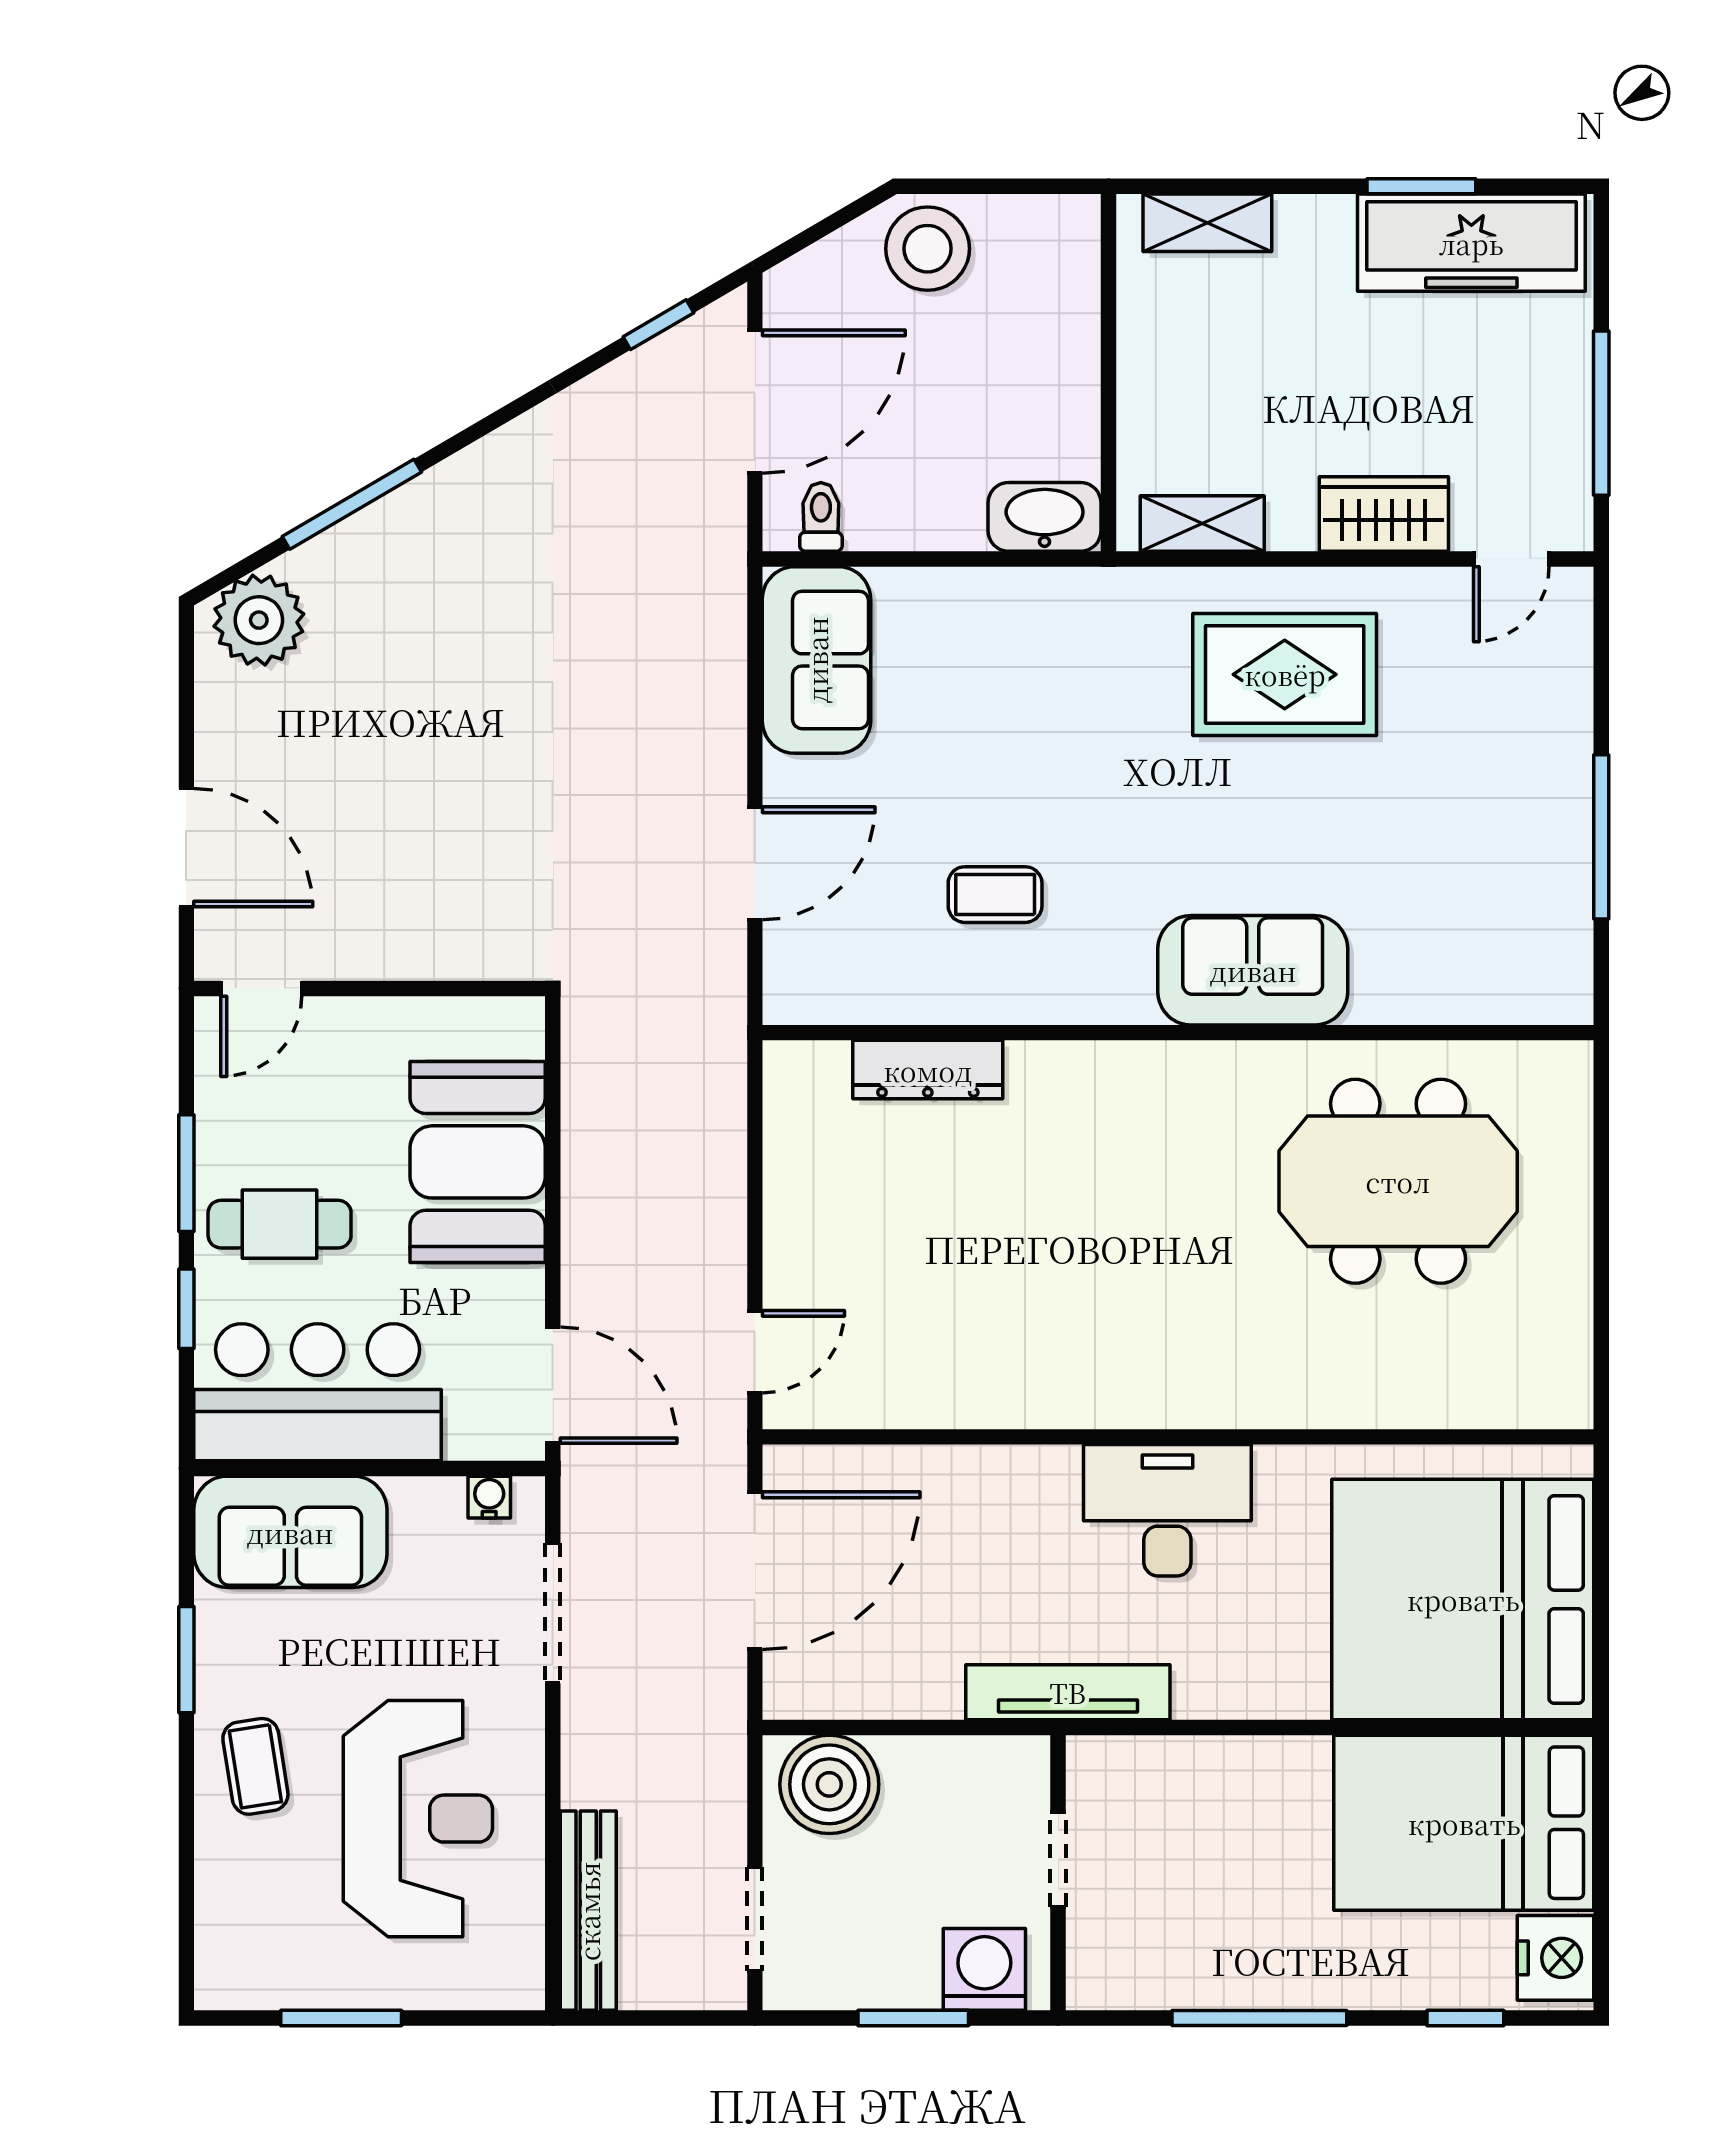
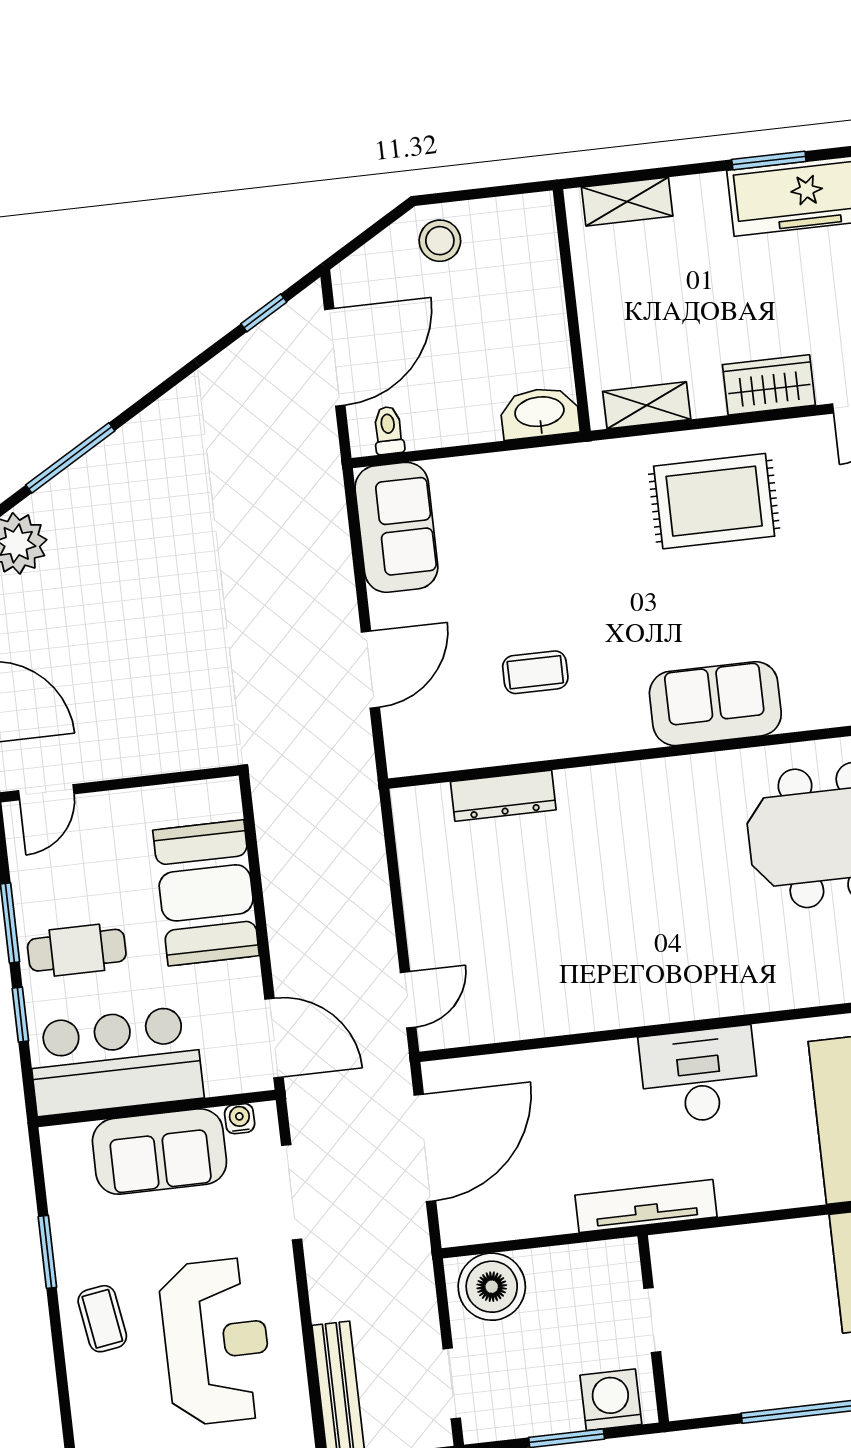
stool: (928, 249) -> (440, 241), width x0.73, depth x0.73
sofa: (290, 1532) -> (159, 1152), moved

